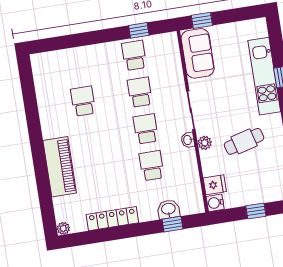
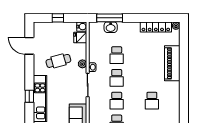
locker: (112, 219) -> (156, 27), moved
window: (172, 224) -> (110, 18), width x2.17

